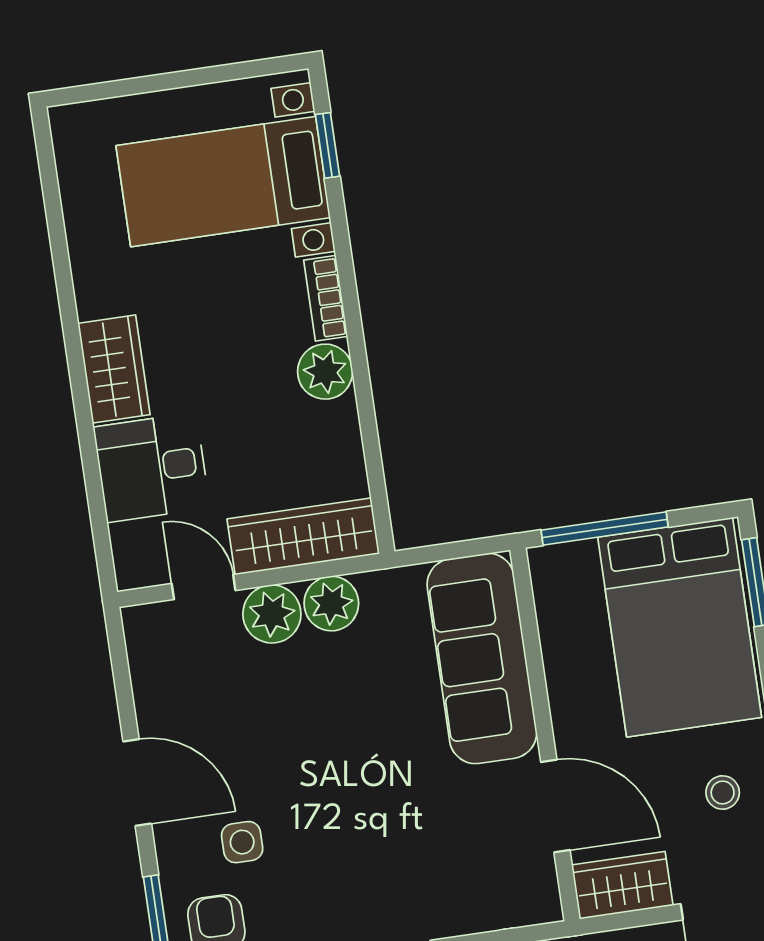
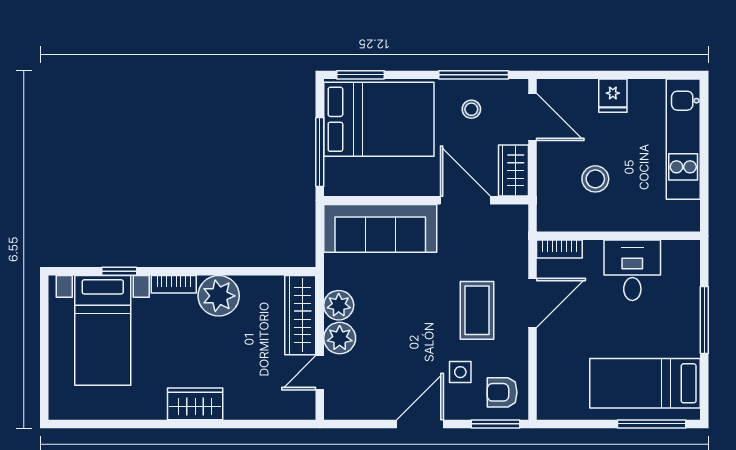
window: (328, 145) -> (119, 271), moved
plant: (325, 372) -> (219, 296), width x1.36, depth x1.36
desk: (152, 467) -> (251, 391), removed
door: (555, 806) -> (465, 200), hinge flipped
coffee table: (359, 856) -> (477, 310), added

